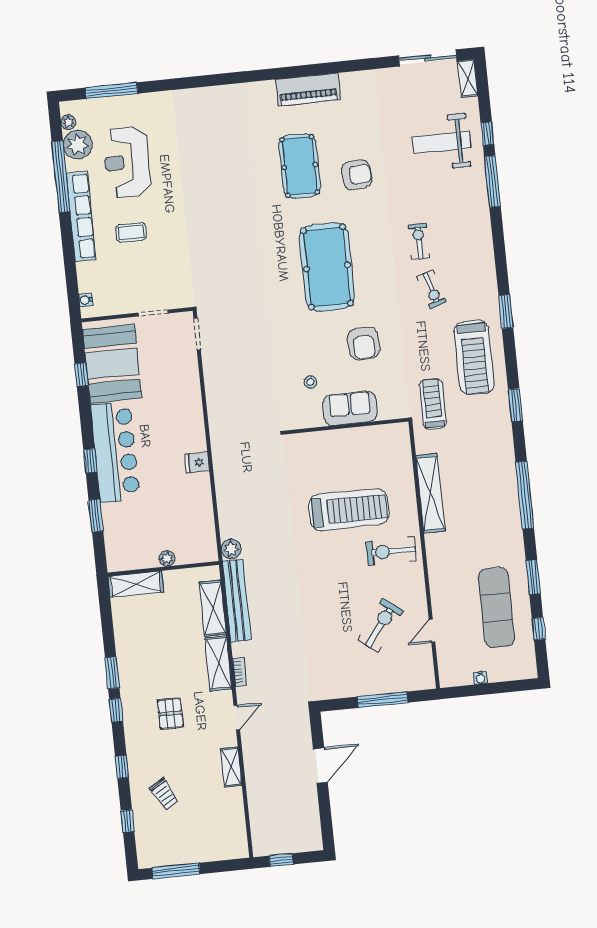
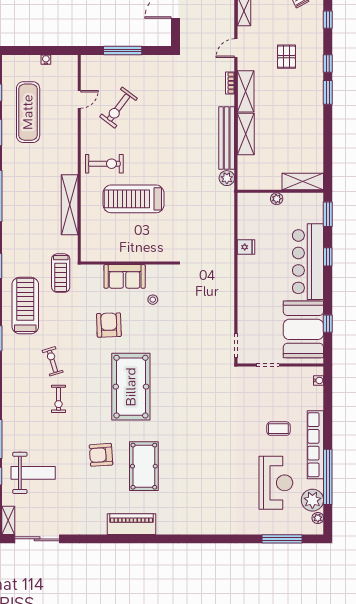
plant: (167, 559) -> (277, 199), moved
wall: (163, 569) -> (280, 191), moved
shelving: (136, 584) -> (303, 182), moved

